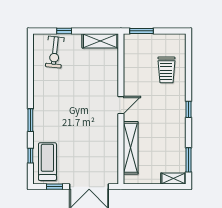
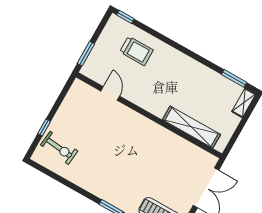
shelving: (100, 41) -> (73, 98), removed
door: (121, 105) -> (110, 94), moved
window: (188, 109) -> (125, 17), moved

